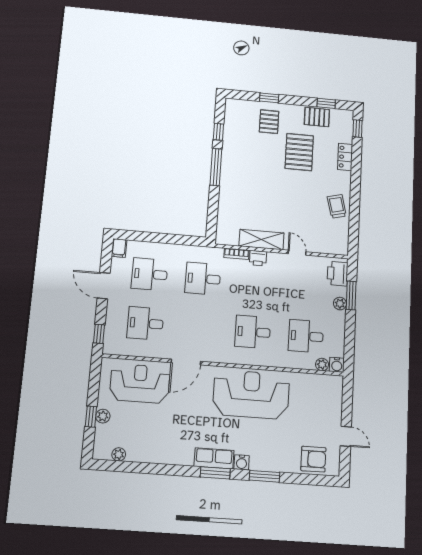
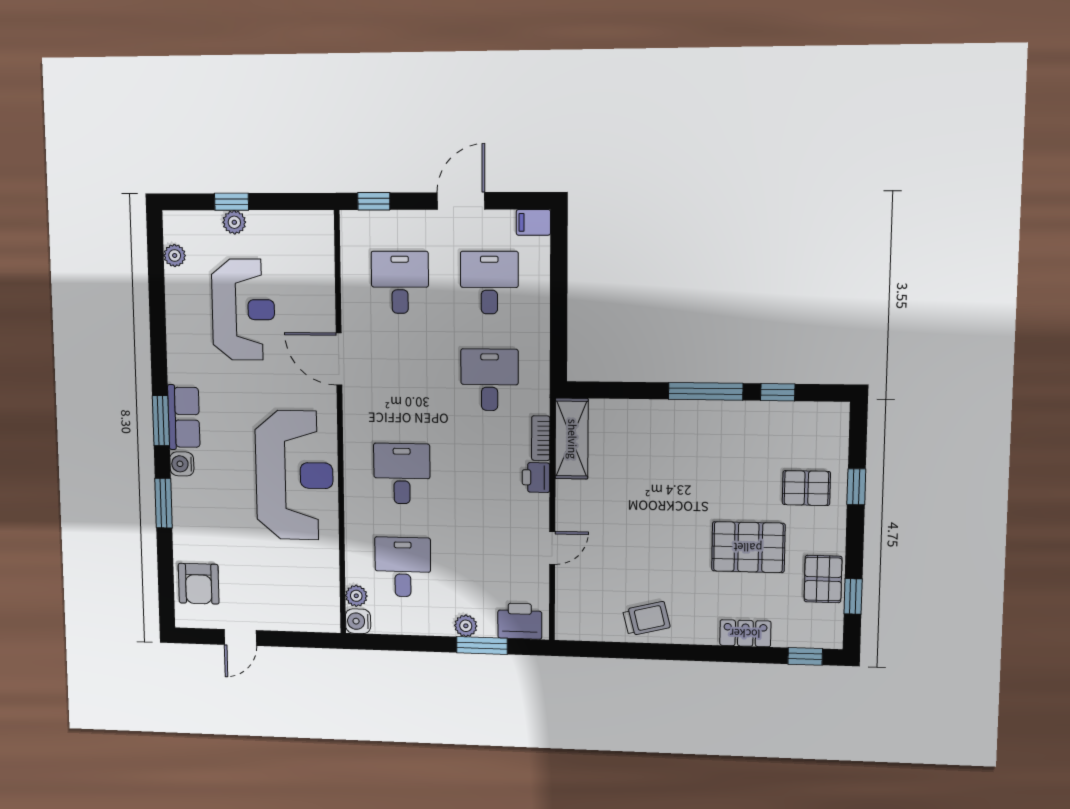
shelving: (261, 240) -> (572, 439), moved
reception desk: (140, 383) -> (243, 310), moved

